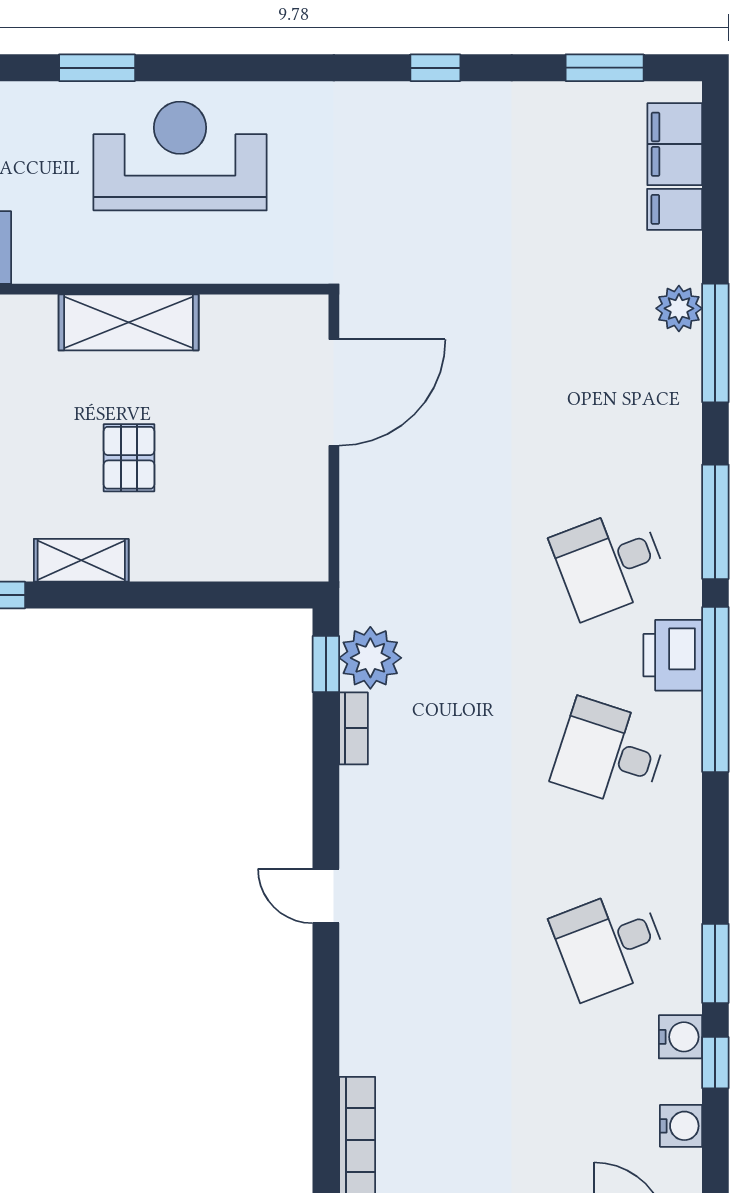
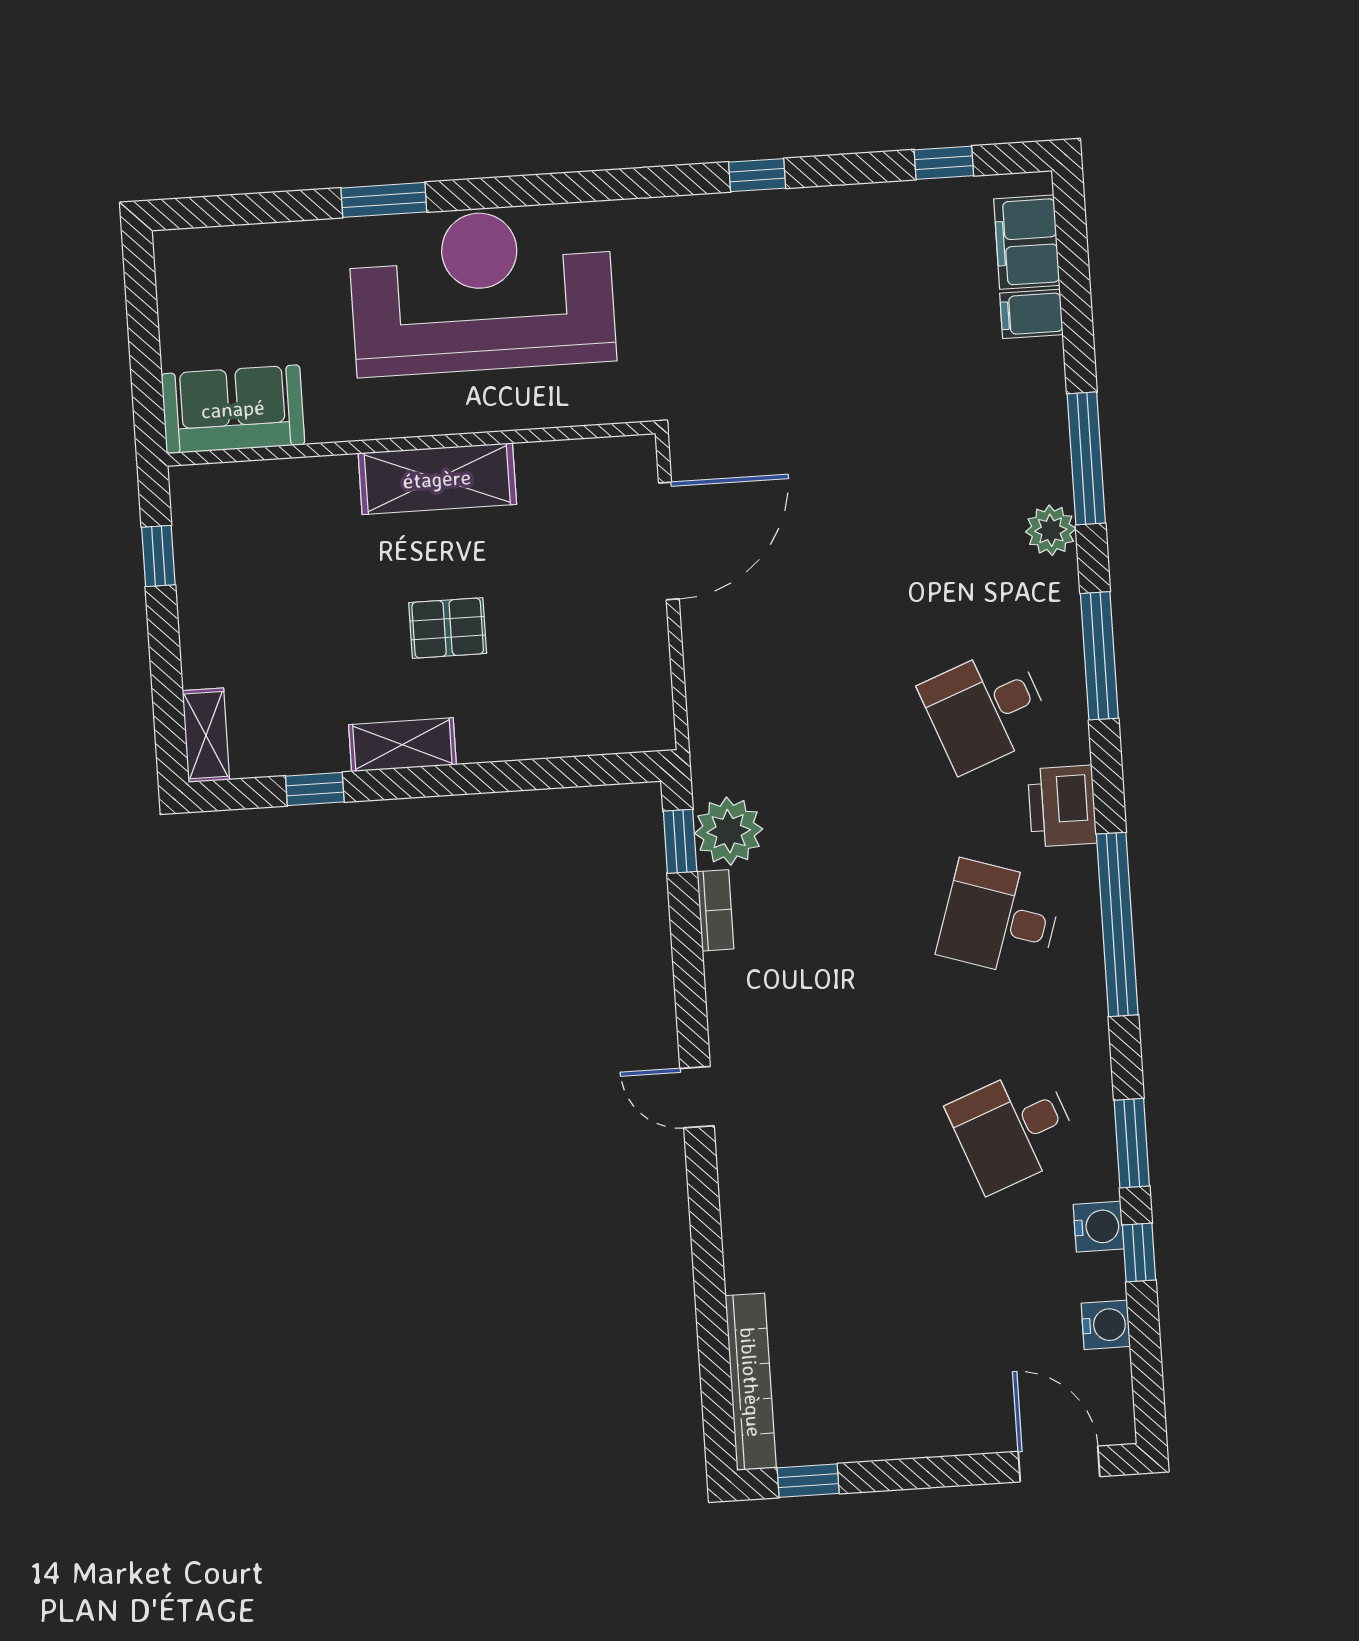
window: (605, 68) -> (944, 163), width x0.67
reception desk: (180, 156) -> (482, 291), width x1.36, depth x1.30
plant: (679, 308) -> (1051, 530), moved
pallet: (129, 458) -> (448, 628), turned 90
window: (715, 689) -> (1117, 924), moved

